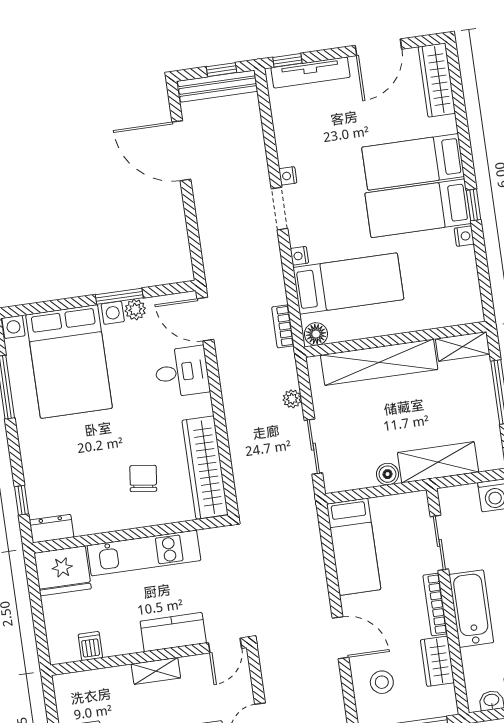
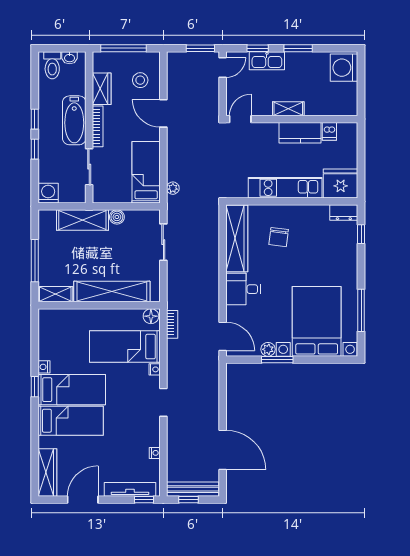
nightstand: (288, 176) -> (155, 453), moved
desk: (182, 372) -> (243, 289), moved
plant: (292, 399) -> (173, 188), moved
kitchen counter: (173, 632) -> (300, 133), moved

